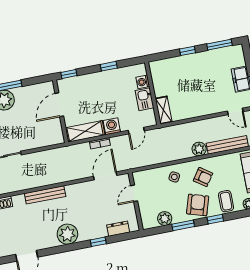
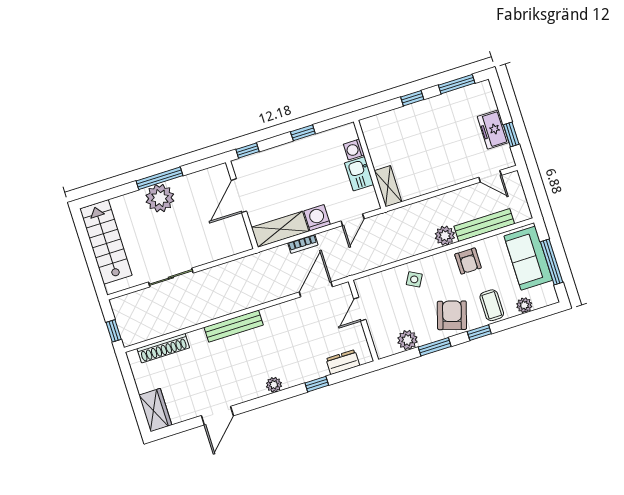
armchair: (203, 177) -> (468, 261), moved, turned 55
plant: (67, 234) -> (274, 385), width x0.53, depth x0.53

